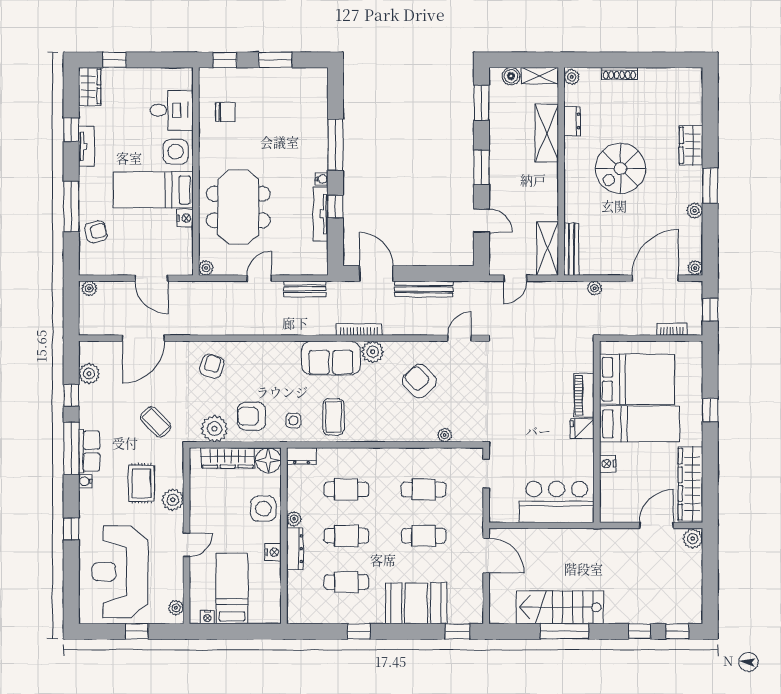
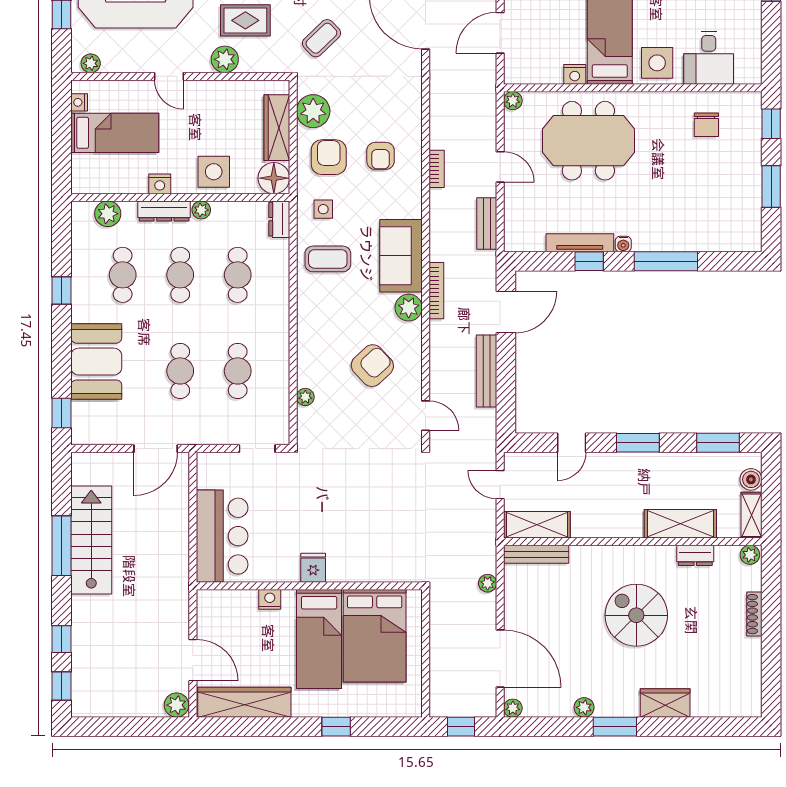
bookcase: (672, 329) -> (437, 169), moved
armchair: (212, 366) -> (381, 156), moved, turned 72
piano: (584, 395) -> (355, 570), removed
plant: (297, 594) -> (108, 214), added

